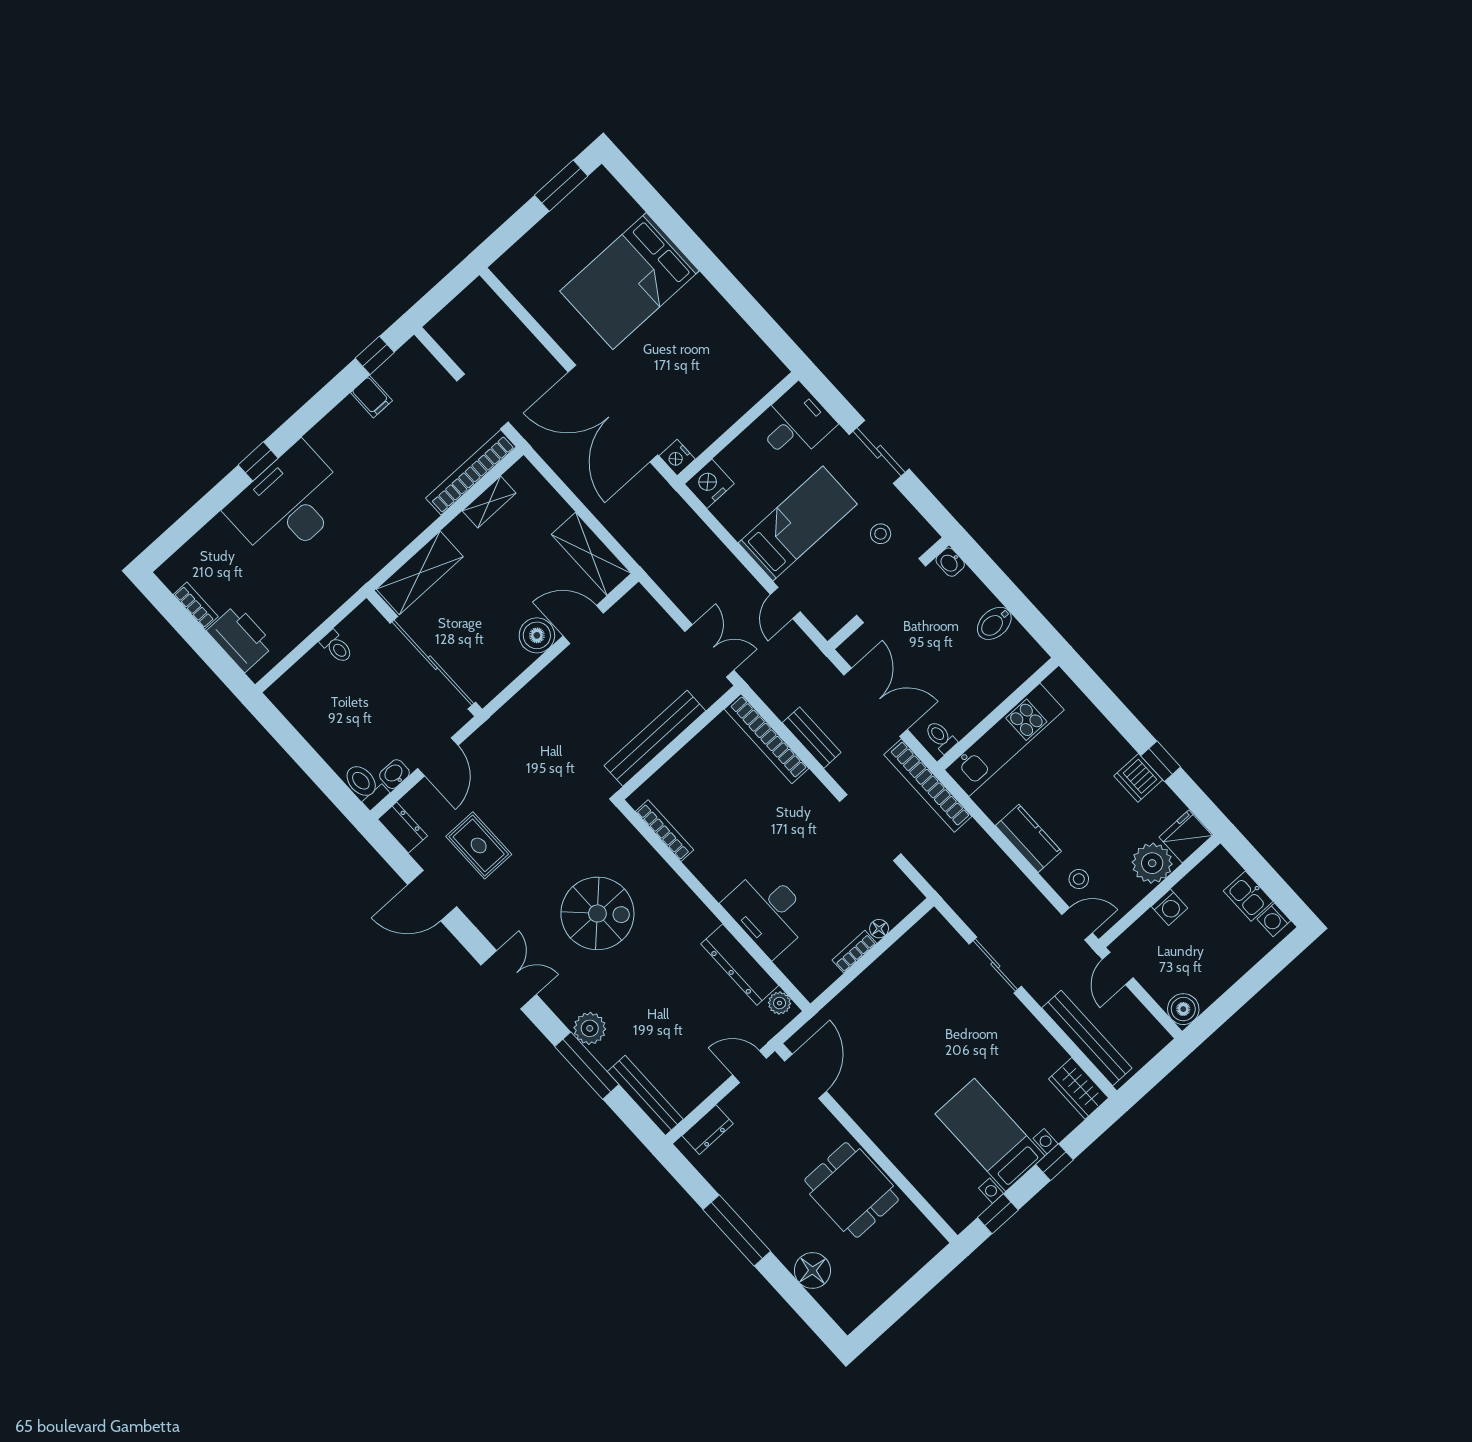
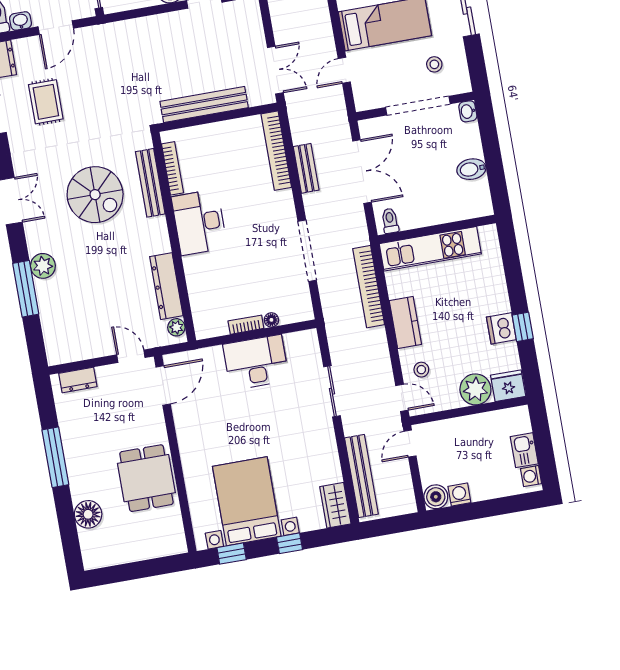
bookcase: (928, 786) -> (369, 287), moved
washing machine: (1170, 907) -> (459, 495), moved, turned 180
desk: (768, 912) -> (199, 222), moved
desk: (892, 986) -> (256, 362), added
bench: (645, 1095) -> (150, 183), moved
bed with nightstands: (990, 1135) -> (247, 501), width x1.36

